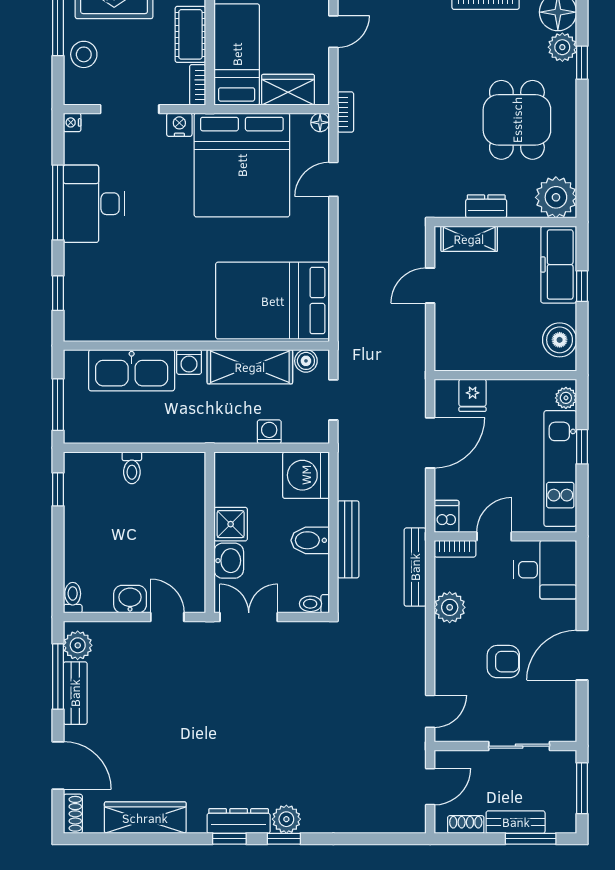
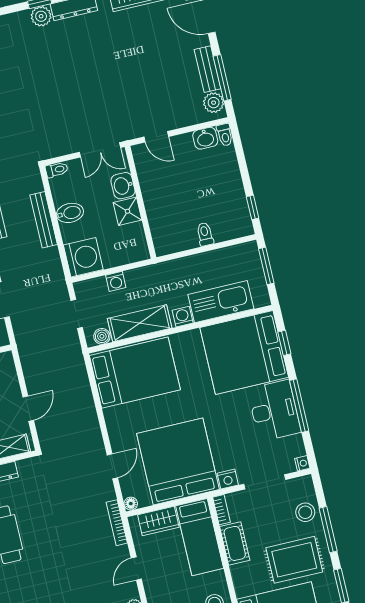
bookcase: (345, 112) -> (117, 523), width x1.56
bed: (116, 293) -> (244, 352), added
washbasin: (130, 599) -> (205, 138), moved

